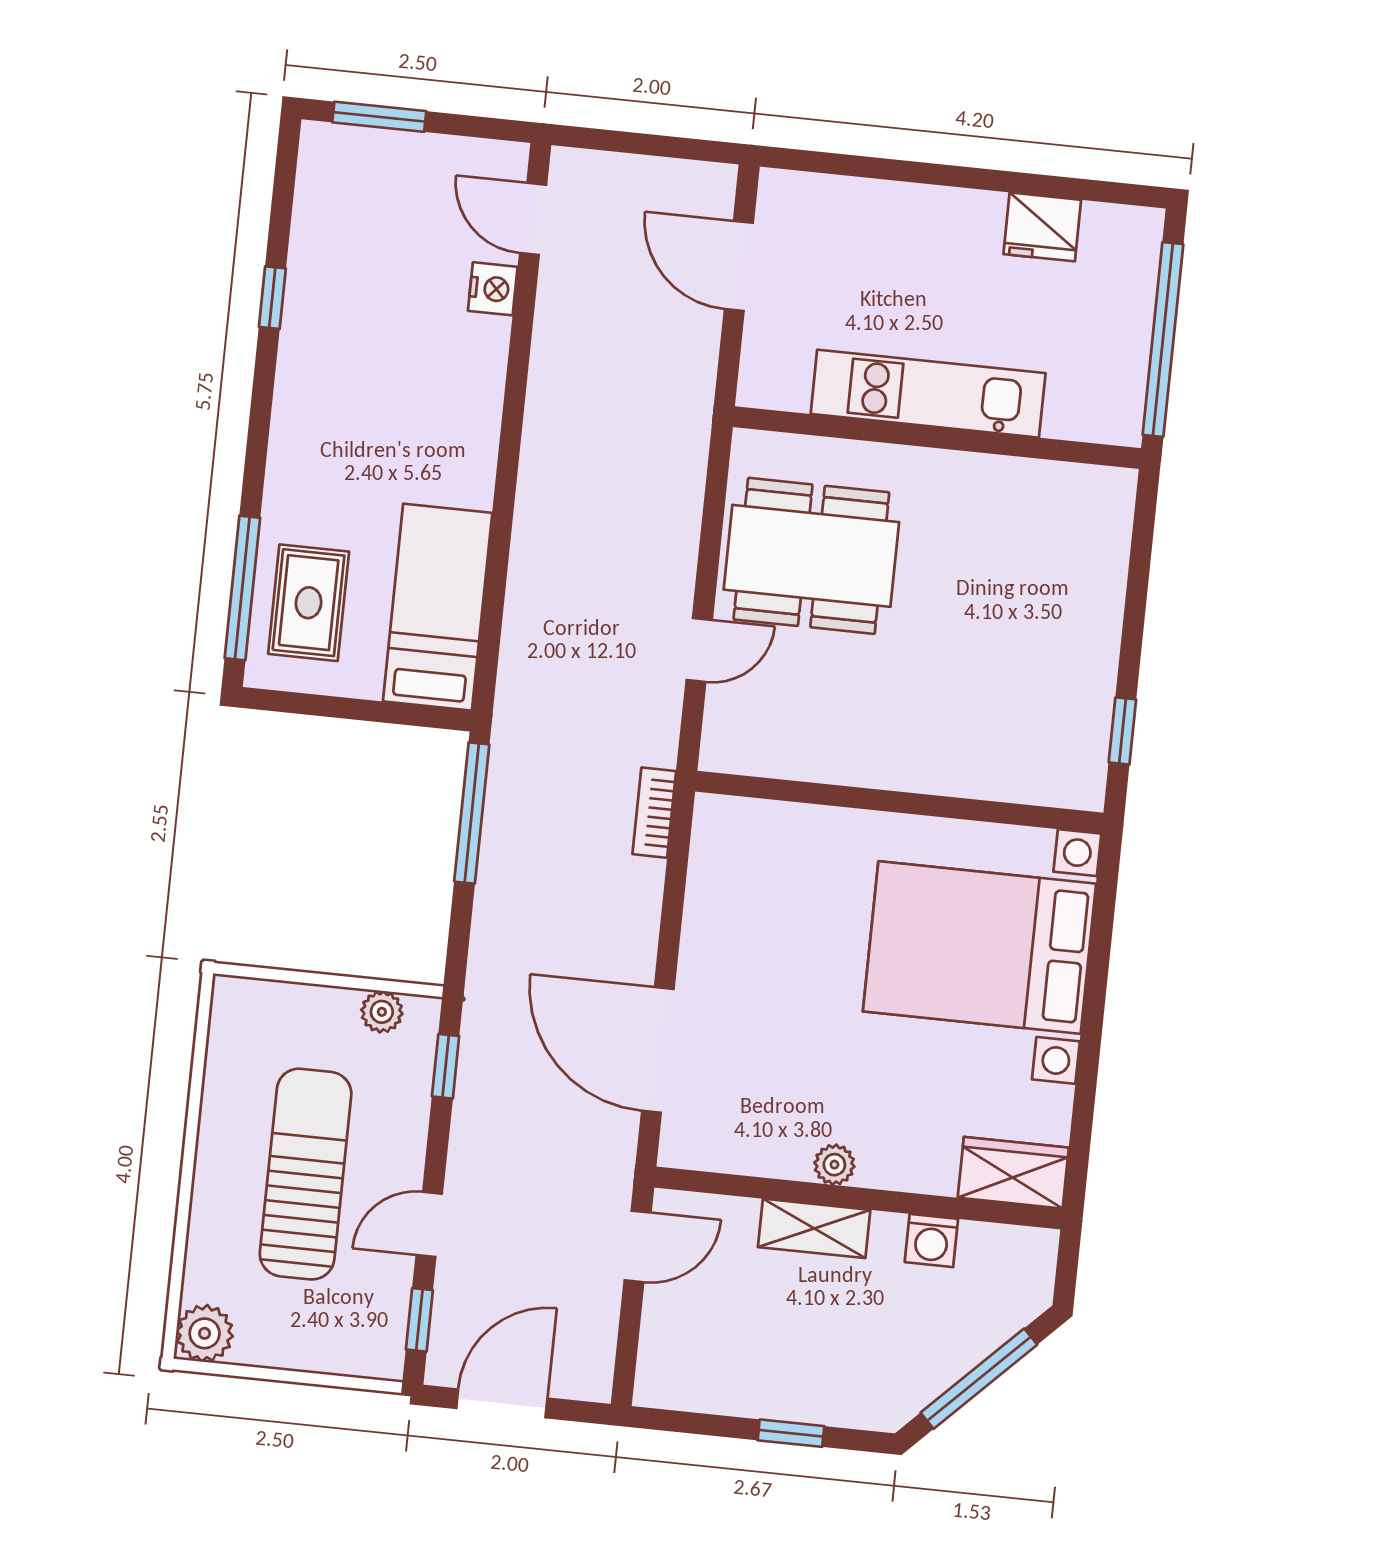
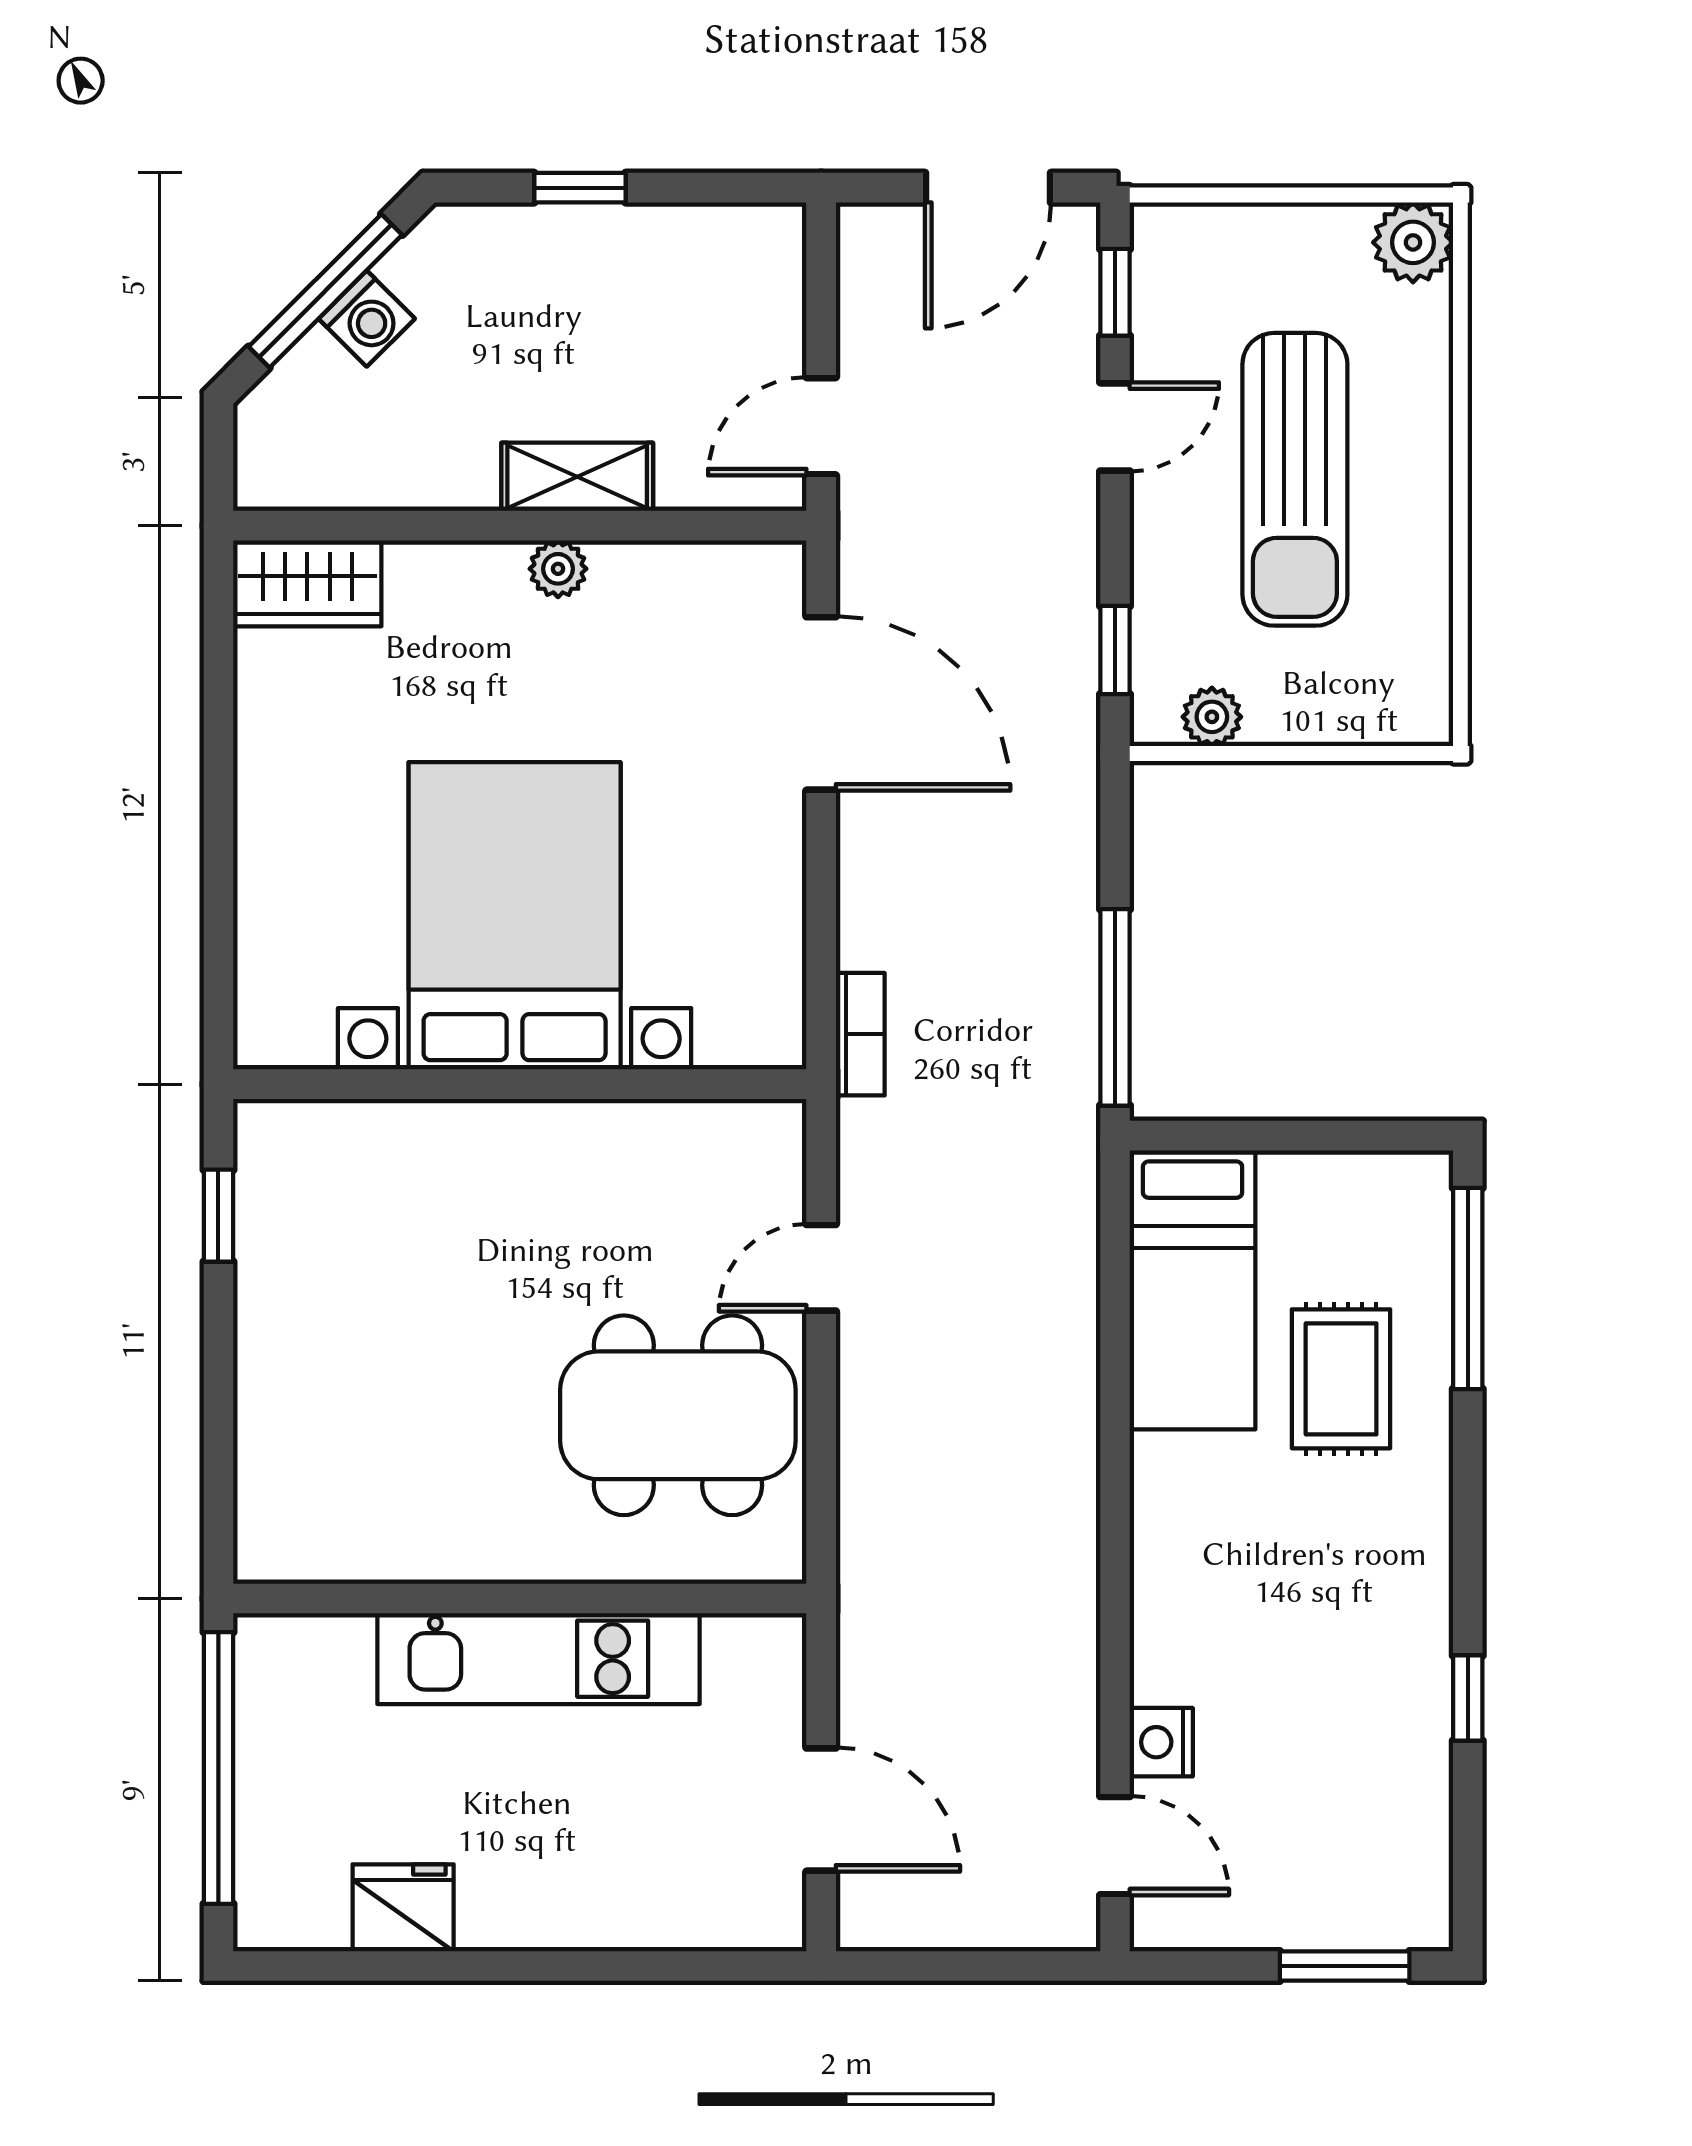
rug: (309, 603) -> (1341, 1379), moved
bed with nightstands: (979, 948) -> (515, 916), moved, turned -90
washing machine: (931, 1241) -> (367, 319), moved, turned 135

